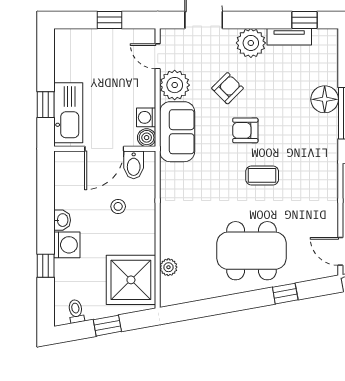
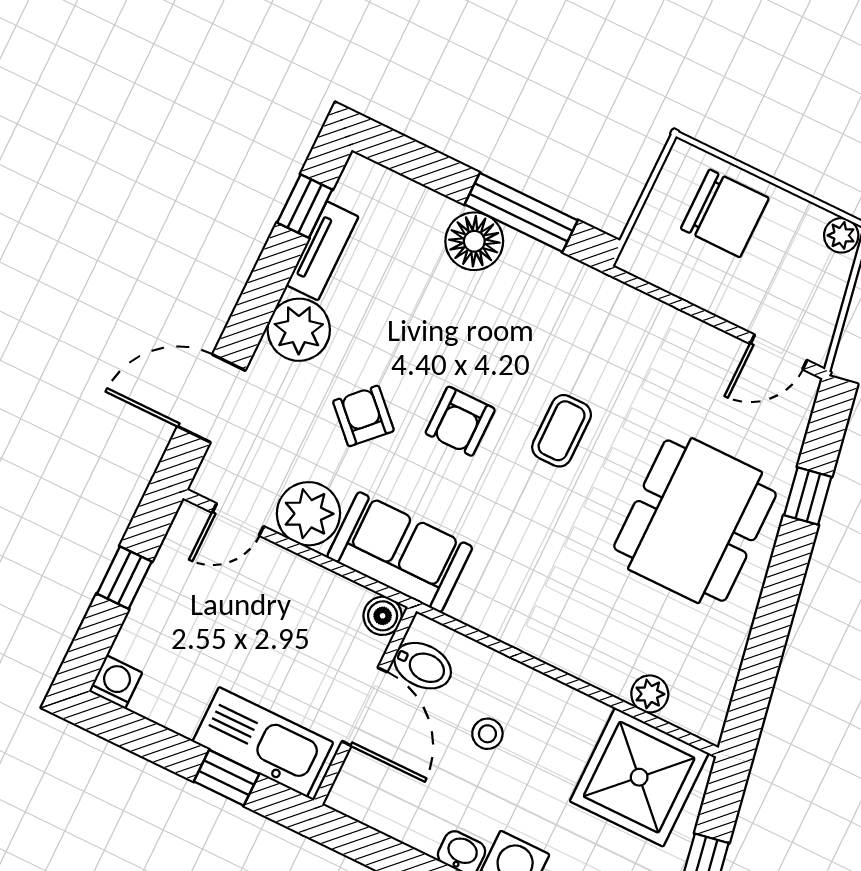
washing machine: (146, 117) -> (116, 682), moved, turned 180

